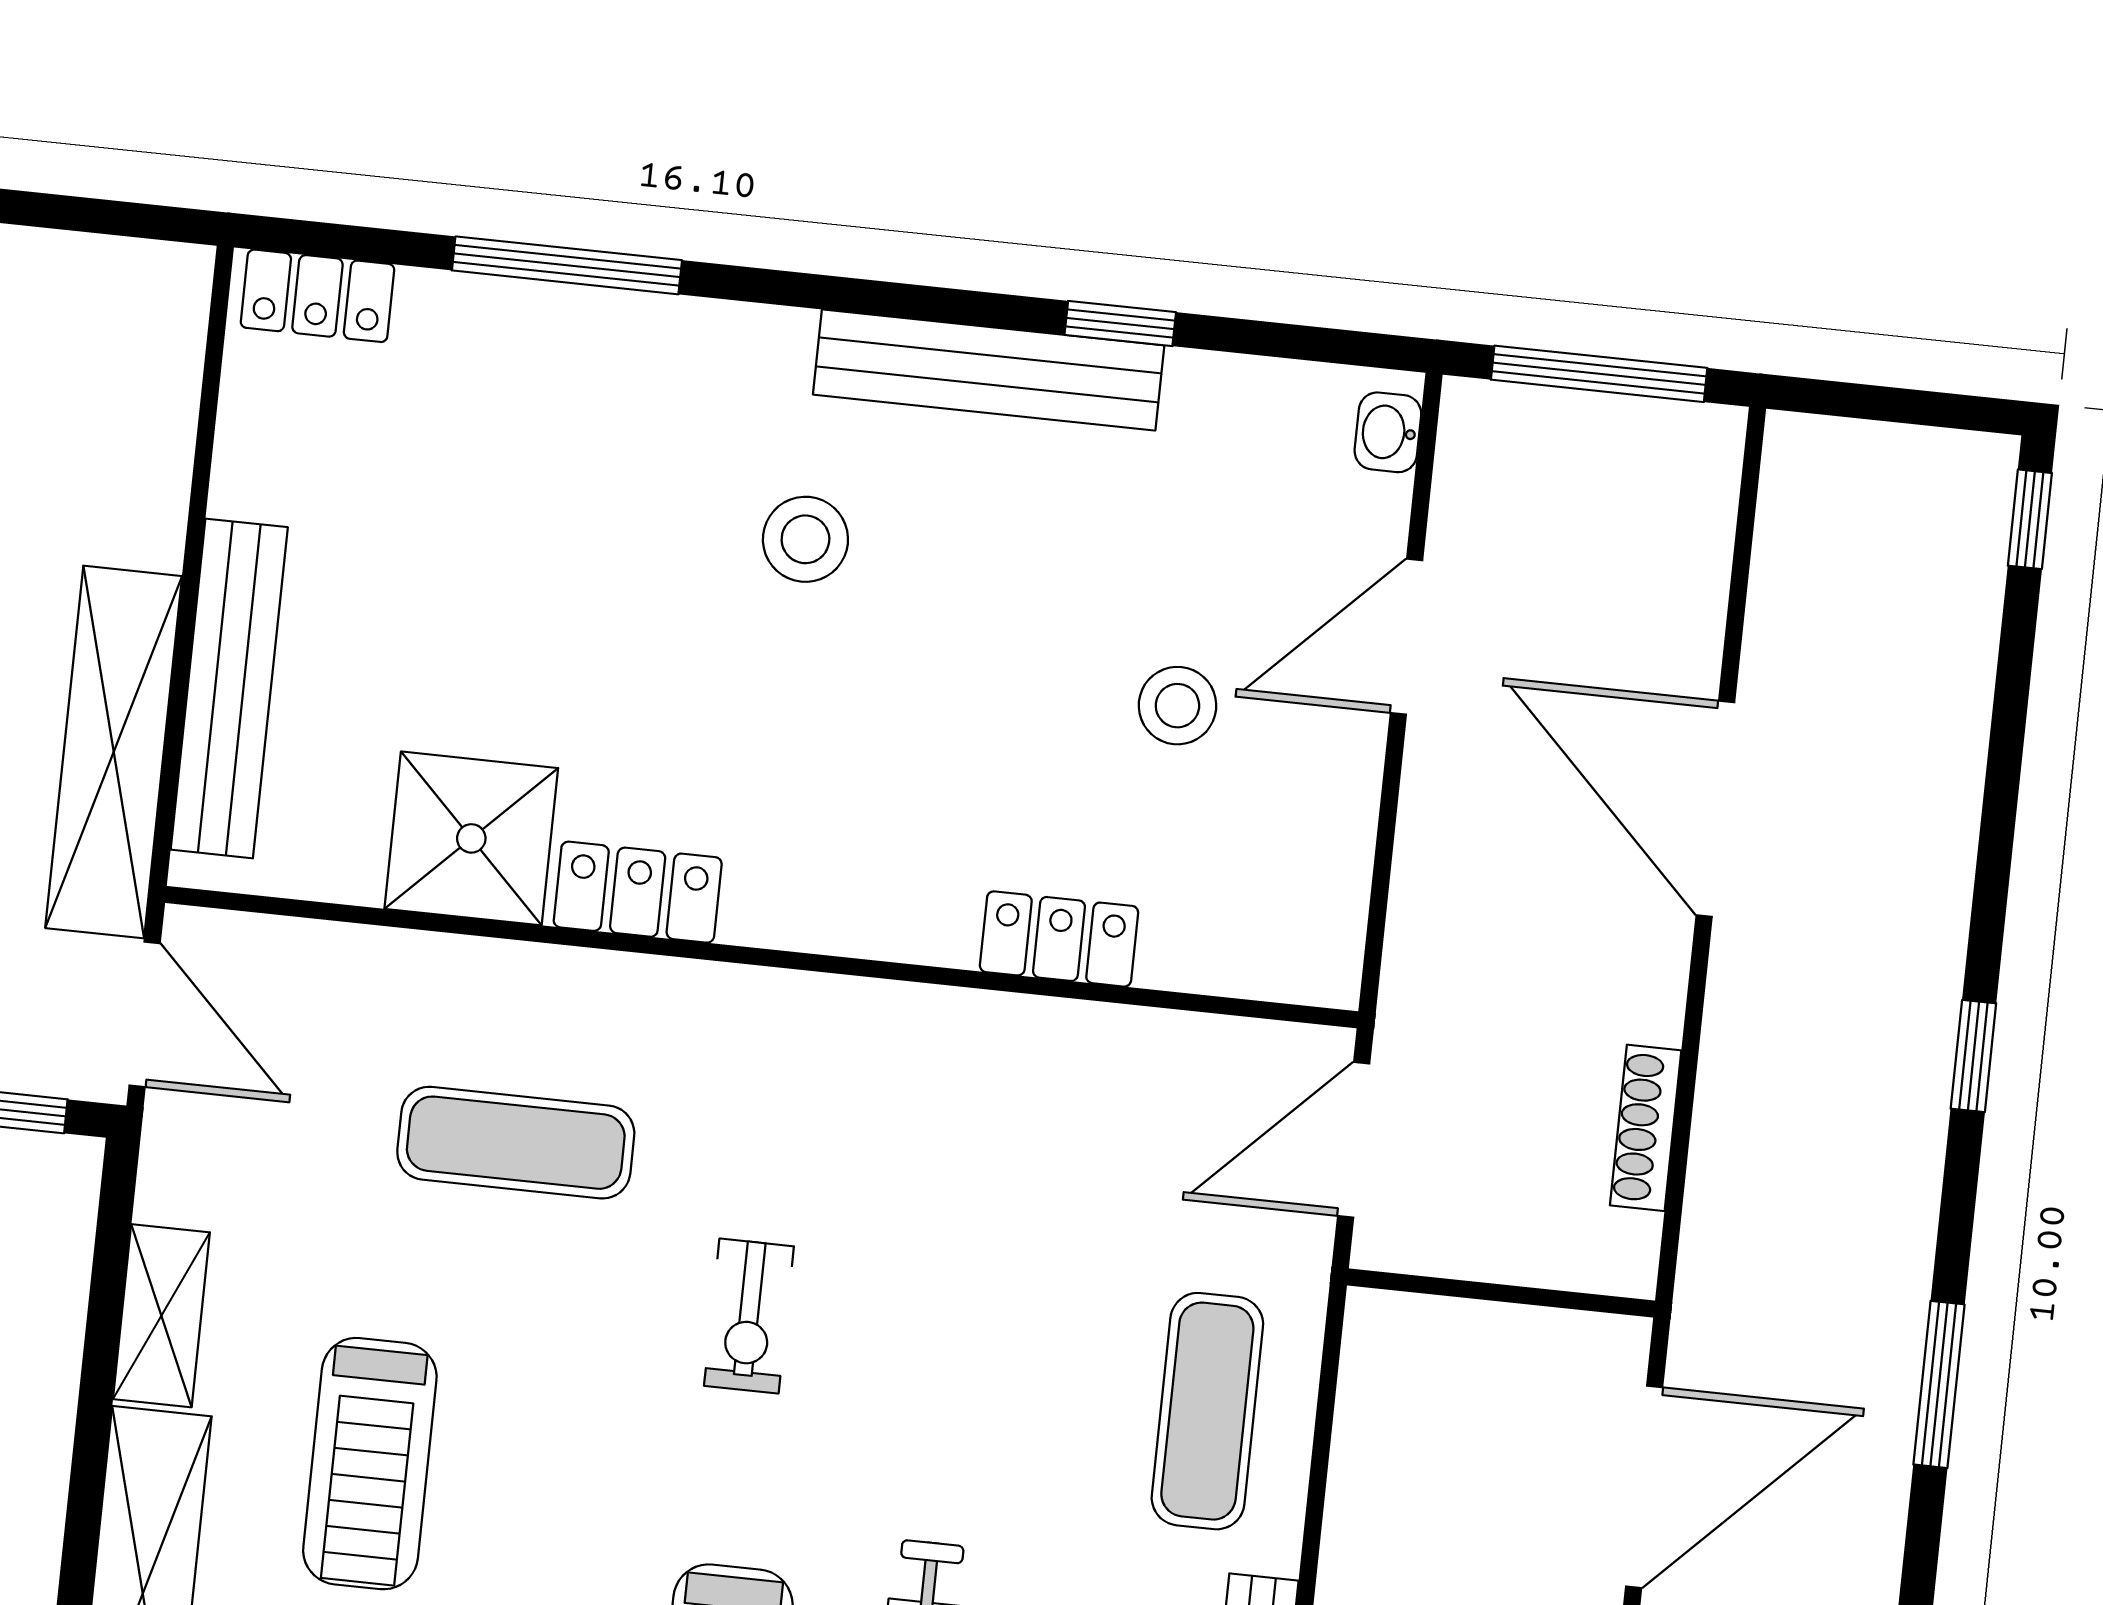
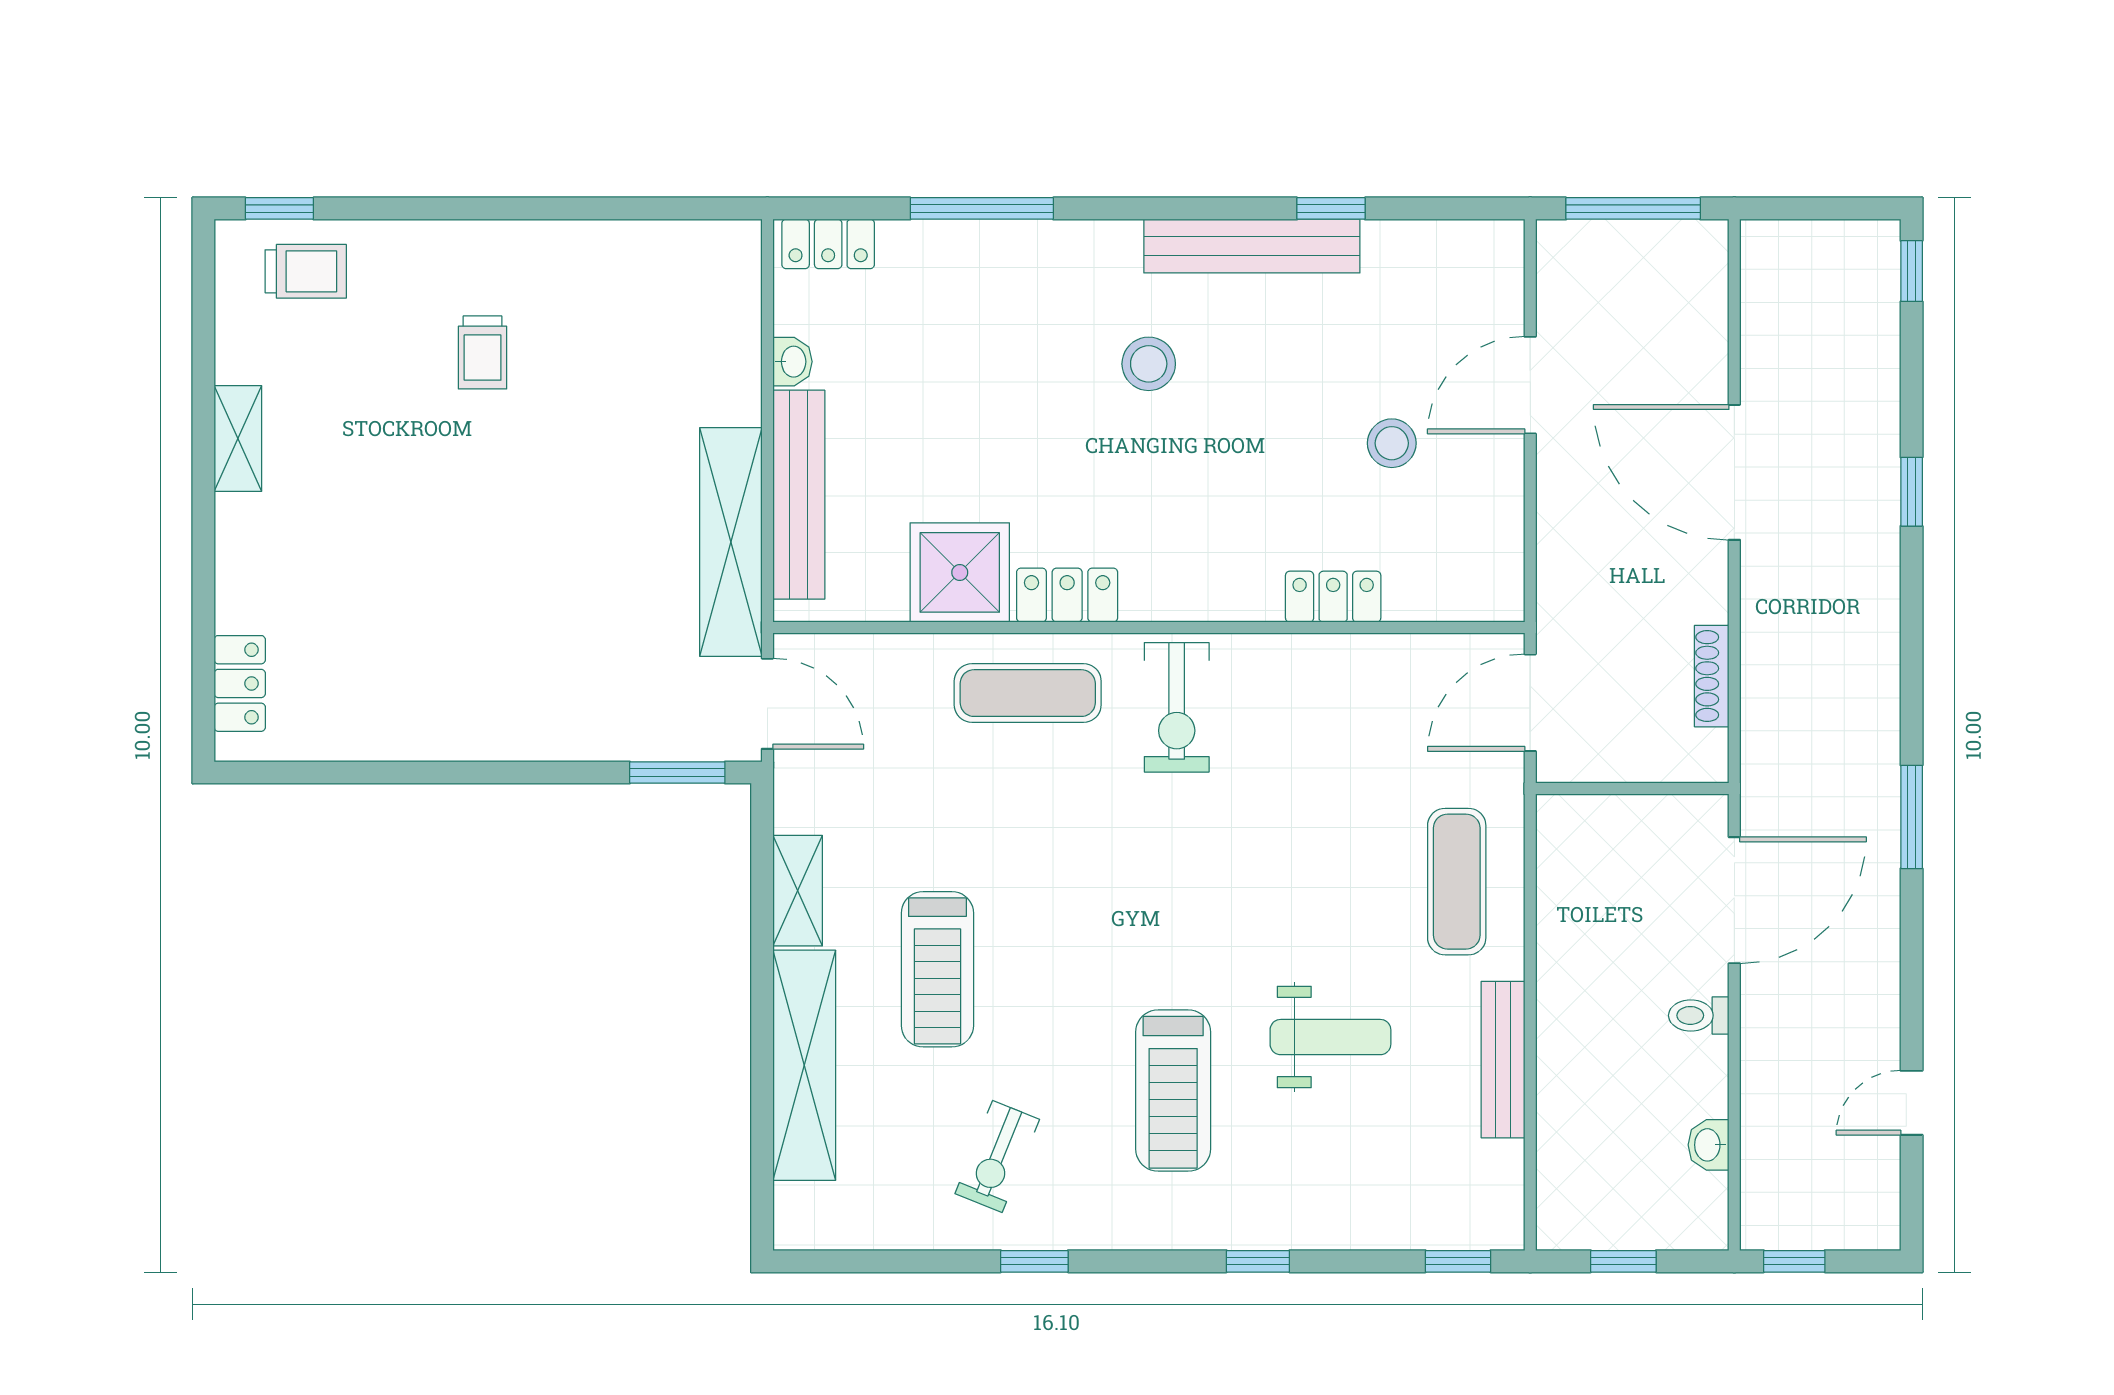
washbasin: (1388, 432) -> (792, 362), moved, turned 180
window: (1973, 1056) -> (1912, 492), moved
exercise mat: (516, 1143) -> (1028, 693), moved
exercise bike: (749, 1316) -> (1177, 707), moved, width x1.38, depth x1.39

